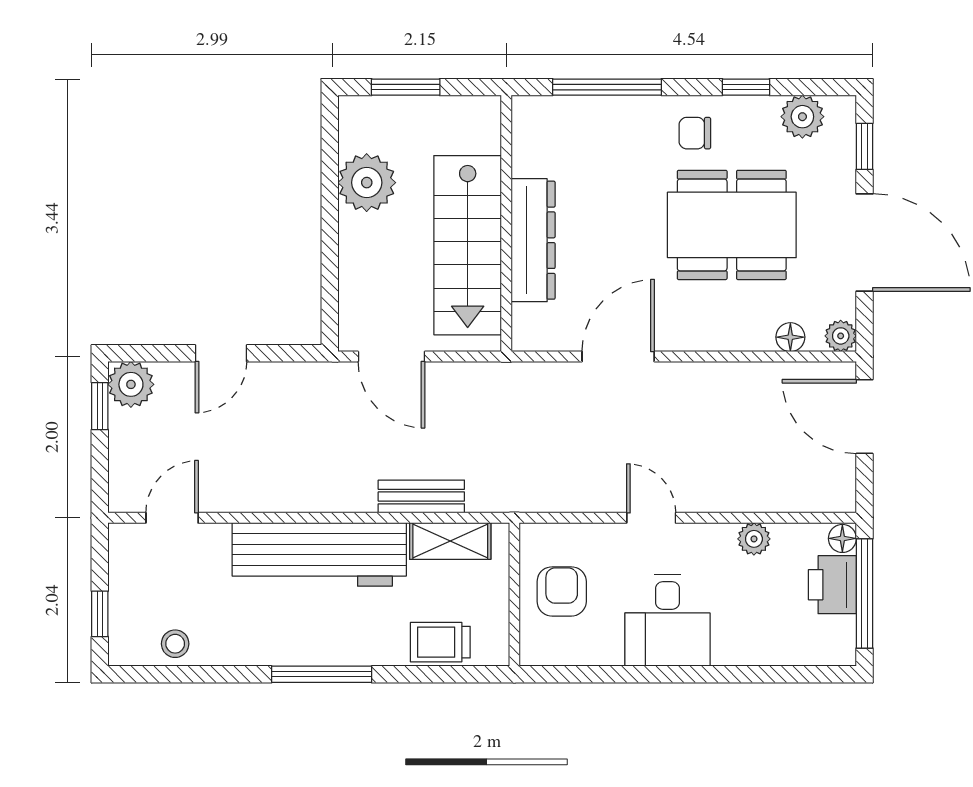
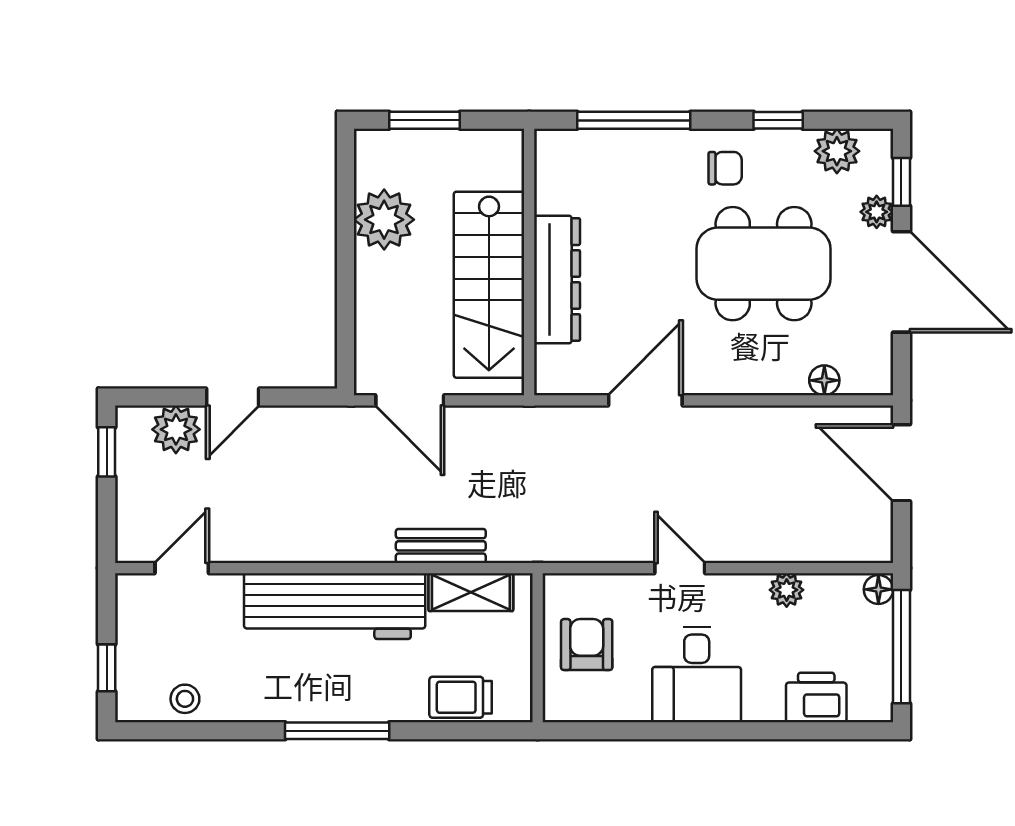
chair: (695, 133) -> (725, 168), turned 180
plant: (841, 336) -> (877, 212), moved
plant: (131, 384) -> (176, 429), moved
printer: (832, 585) -> (816, 697), moved, turned 90

